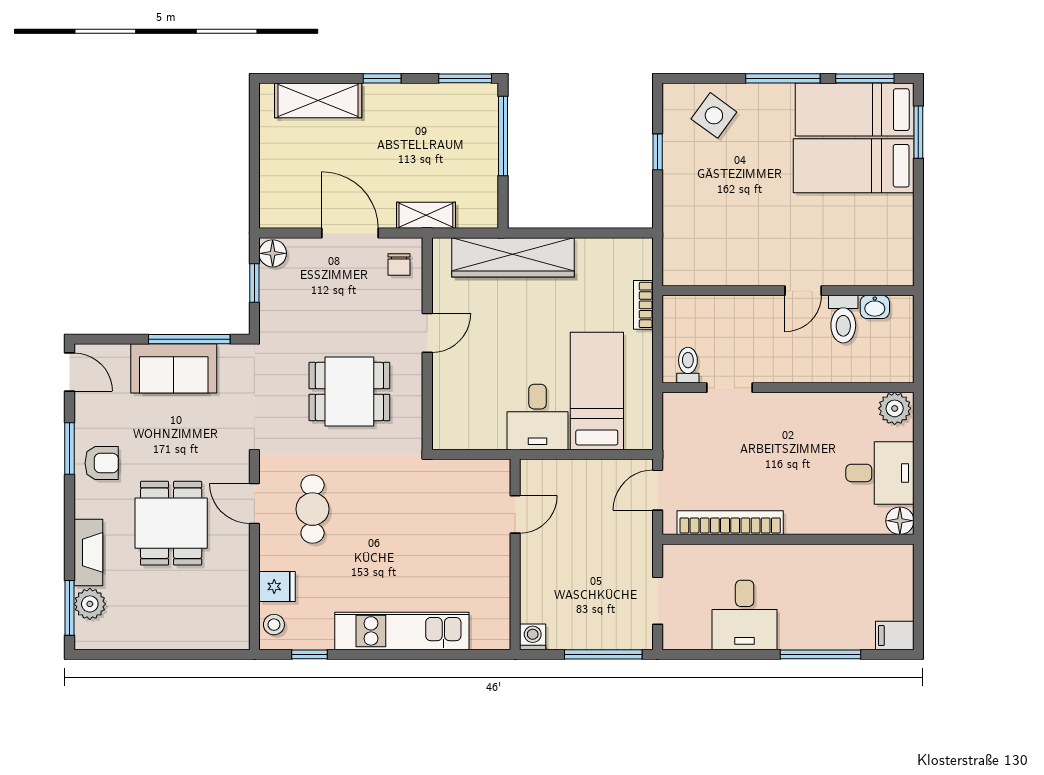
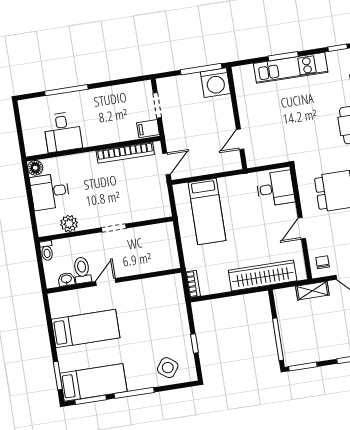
bed: (854, 166) -> (86, 329), moved
bookcase: (643, 305) -> (193, 284), moved
toilet: (688, 365) -> (47, 251), moved
doorway: (730, 388) -> (114, 228), moved
plant: (895, 408) -> (69, 224), moved
desk: (538, 417) -> (275, 188), moved, turned 90
desk: (745, 615) -> (63, 132), moved, turned 180
filing cabinet: (895, 636) -> (148, 129), moved, turned 180
washing machine: (533, 637) -> (215, 83), width x1.89, depth x1.89
window: (412, 654) -> (283, 56), added
window: (603, 654) -> (201, 69), moved

